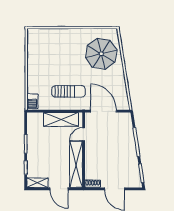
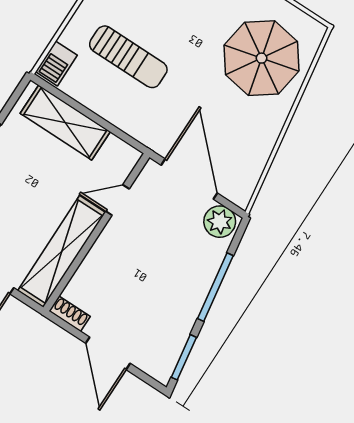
sun lounger: (69, 91) -> (128, 57), moved
shelving: (61, 119) -> (65, 122), moved
plant: (123, 119) -> (220, 222), added

